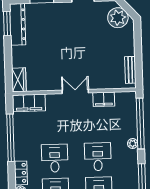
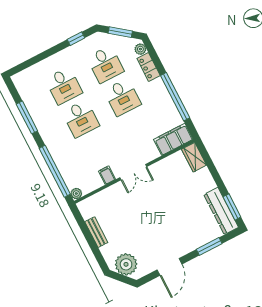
bench: (130, 70) -> (96, 232), moved
filing cabinet: (104, 99) -> (107, 175), width x0.50
plant: (133, 143) -> (76, 194), moved

